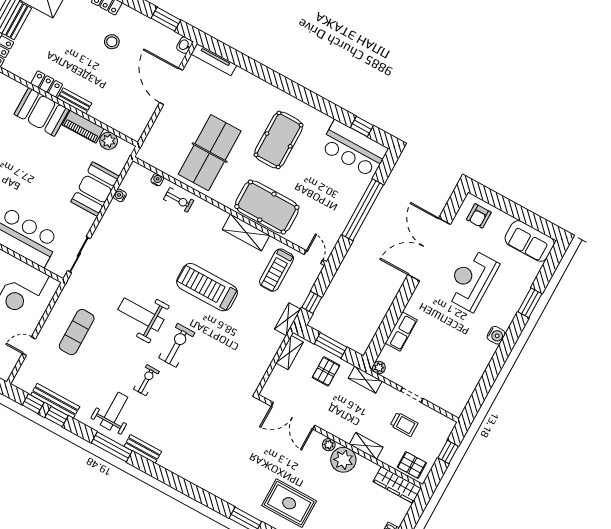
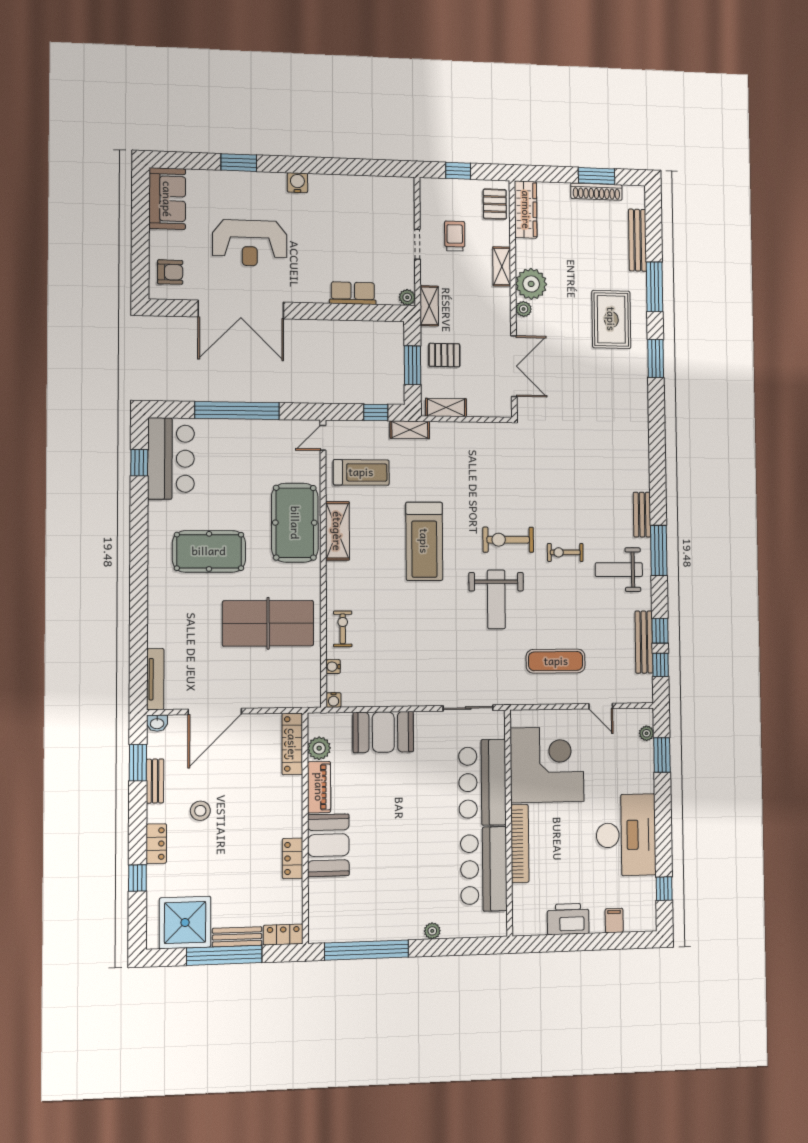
bench: (75, 101) -> (155, 781), moved
locker: (121, 125) -> (292, 744), added
water cooler: (120, 195) -> (334, 700), moved

